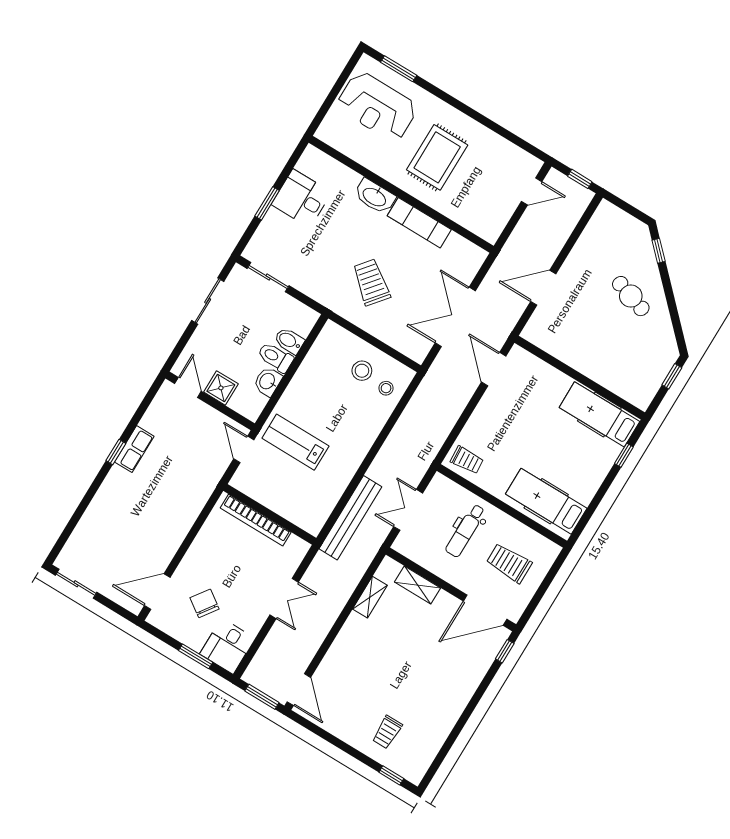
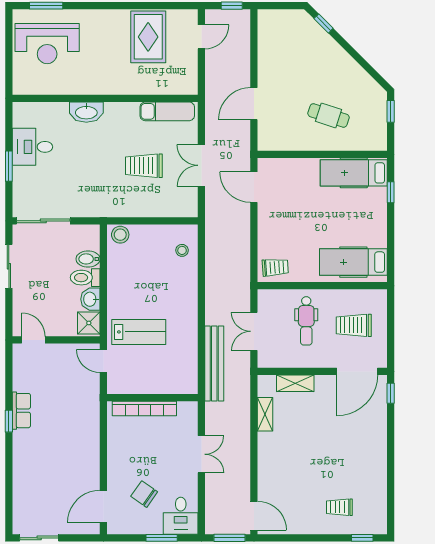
rug: (437, 157) -> (148, 37), moved
exam couch: (419, 223) -> (167, 111), moved
sliding door: (268, 277) -> (43, 221), width x1.37
trolley: (371, 282) -> (144, 166), moved, turned -39
cafe table: (631, 296) -> (329, 115), moved
double door: (455, 317) -> (201, 165), width x0.73
stool: (362, 371) -> (120, 235), moved
shower: (221, 388) -> (89, 323), moved
lab bench: (295, 442) -> (139, 332), turned 180
trolley: (387, 732) -> (339, 507), turned 90

